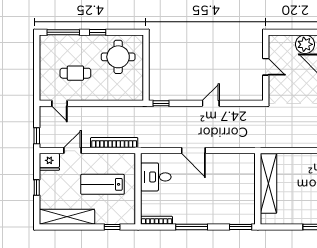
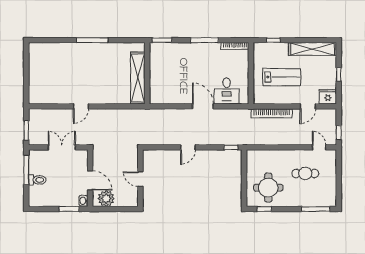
window: (98, 32) -> (264, 209), moved
window: (37, 136) -> (339, 133), moved
desk: (156, 177) -> (227, 91), moved, turned 90

